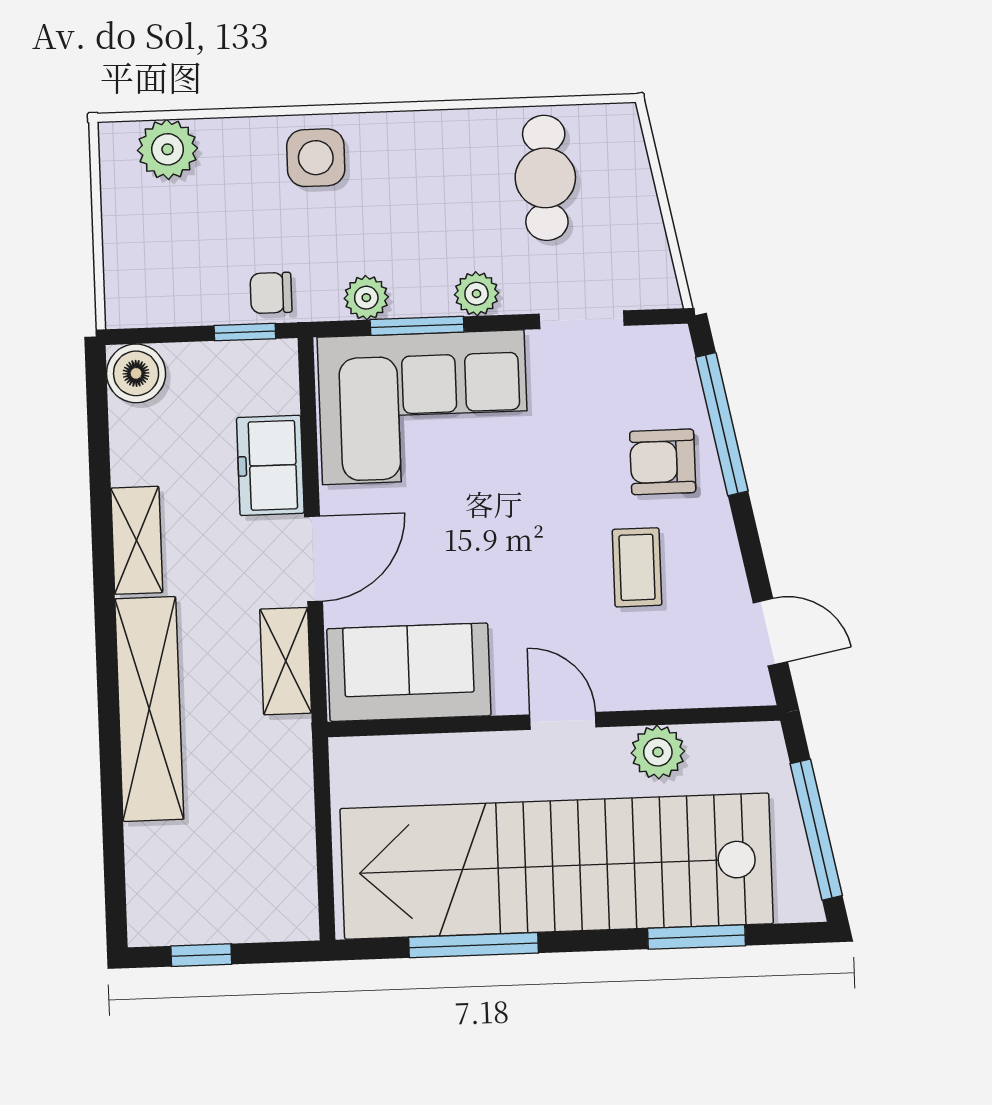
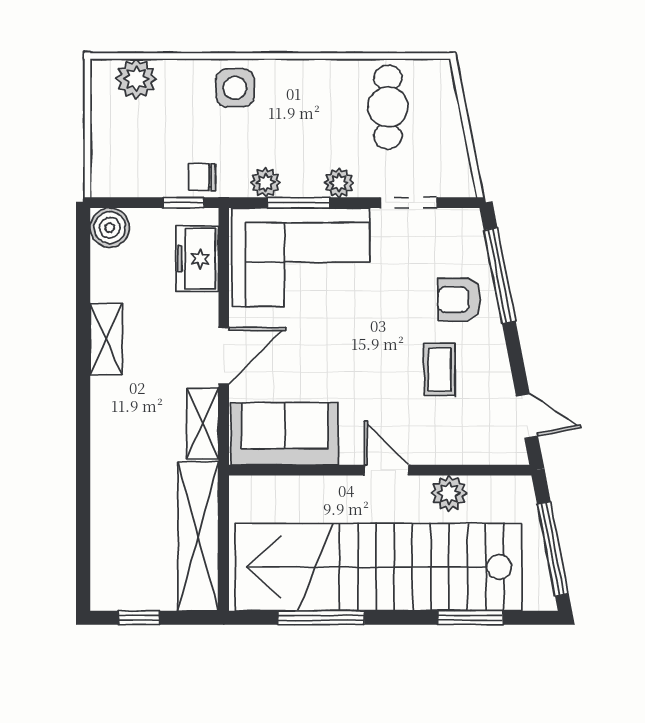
freezer: (270, 465) -> (197, 259), moved
shelving: (149, 709) -> (198, 536), moved

